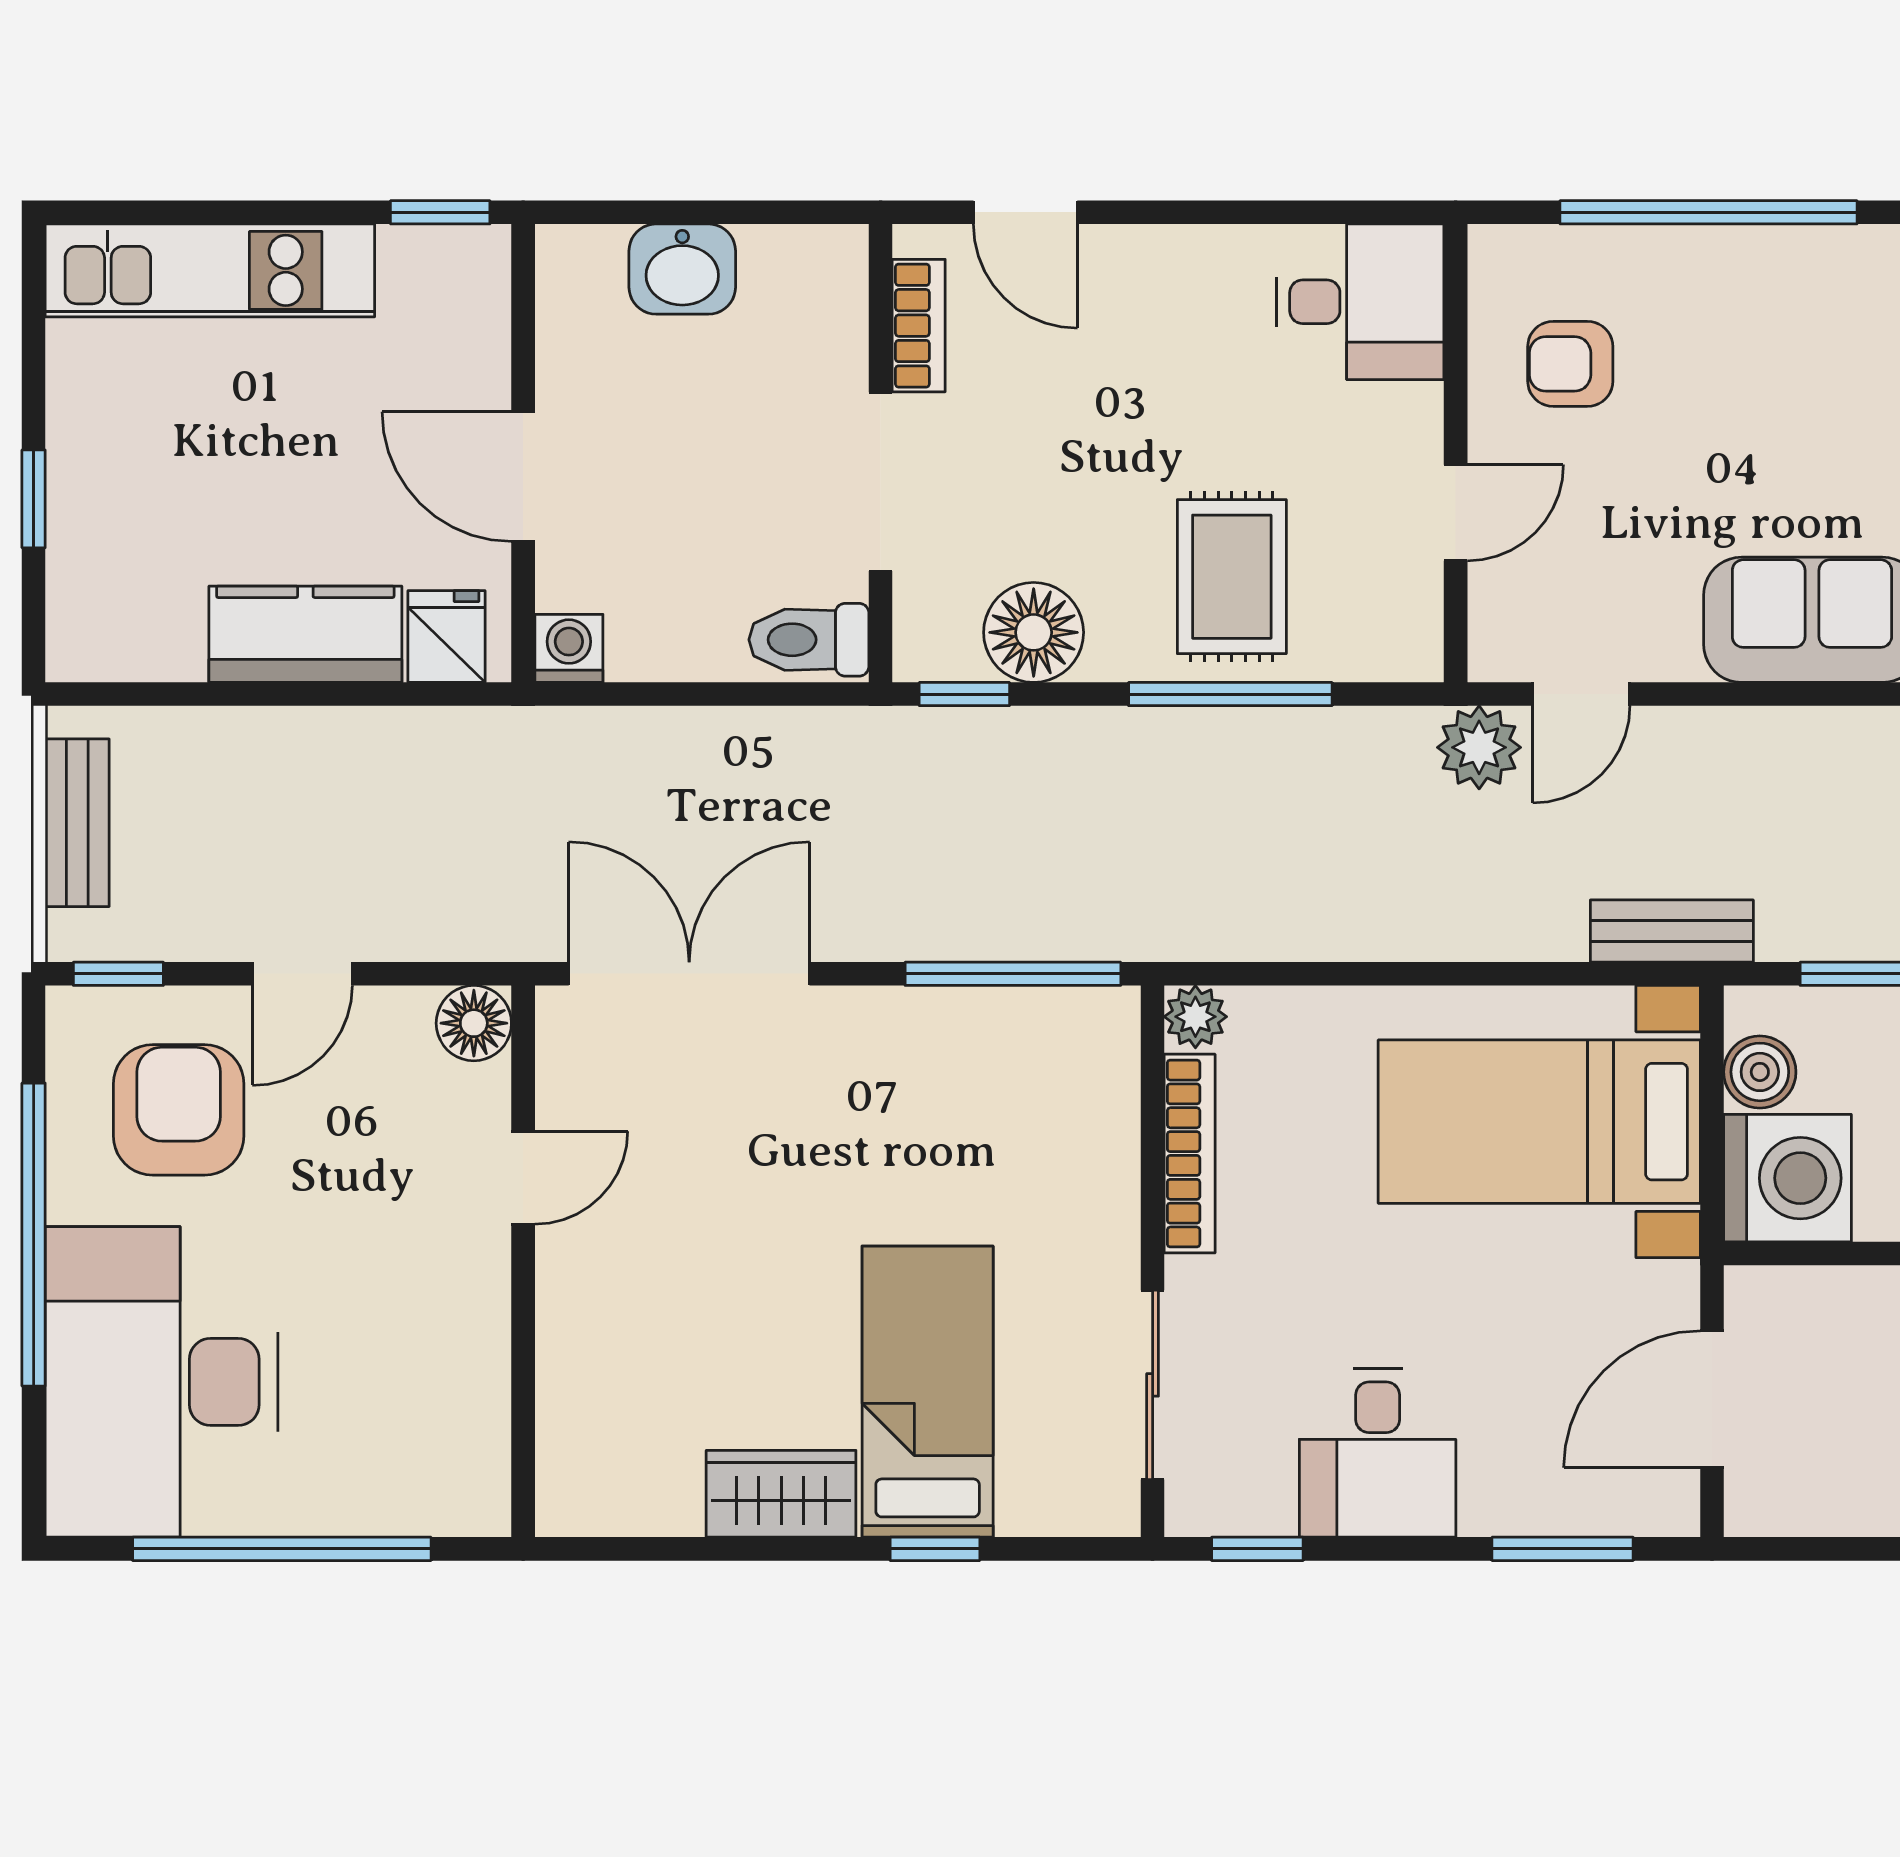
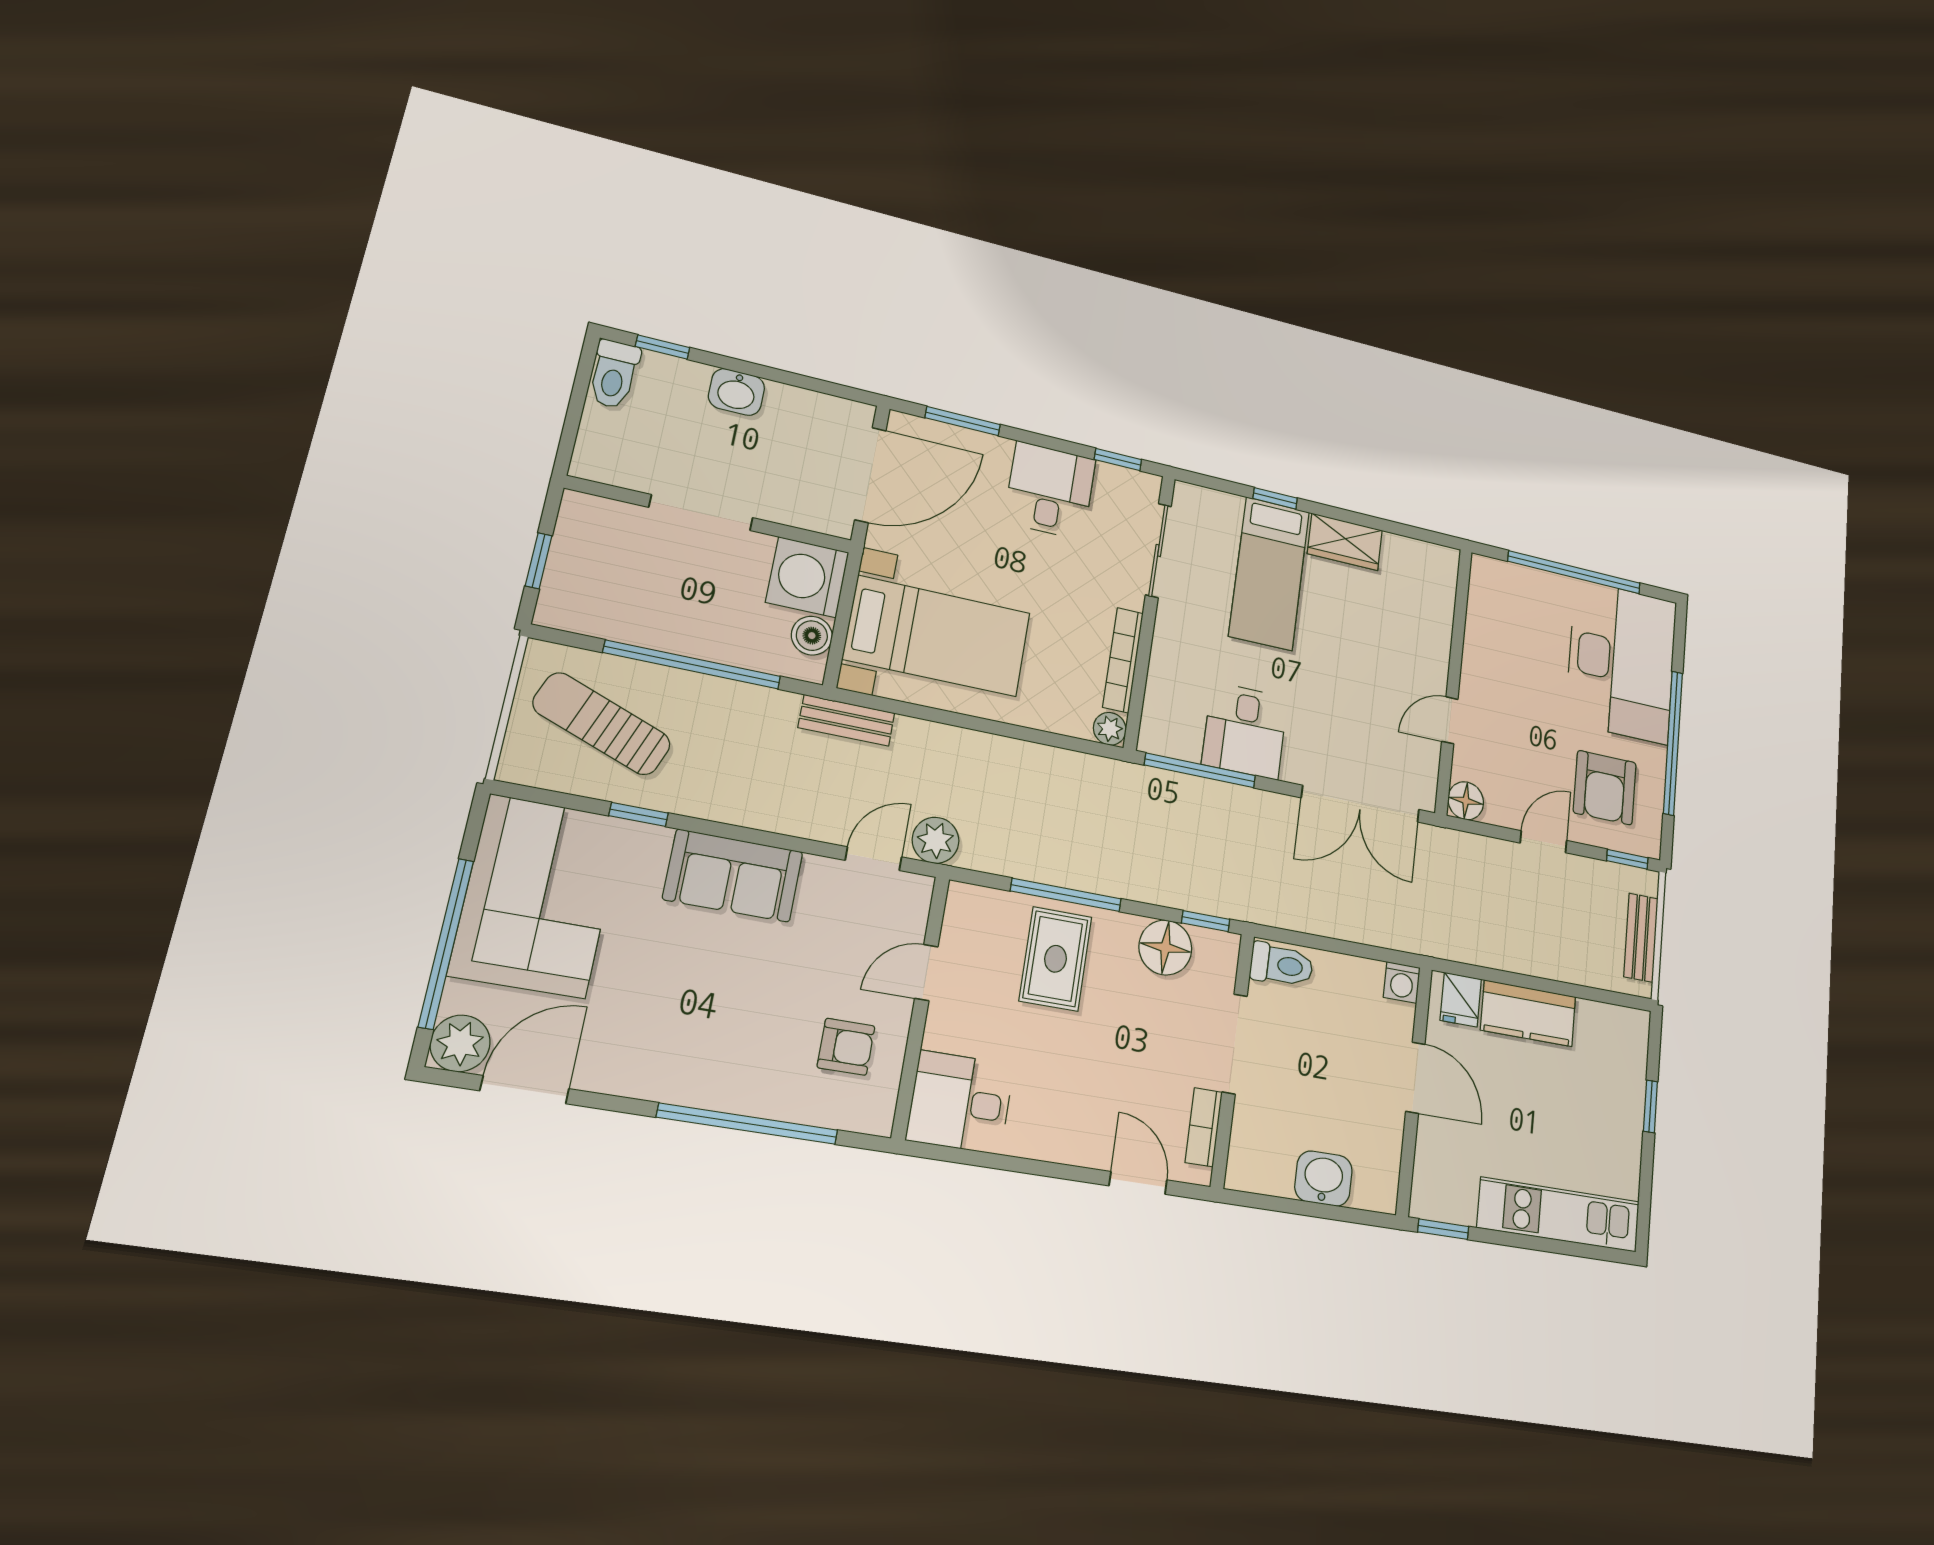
desk: (936, 1068) -> (1245, 731), added
door: (1712, 1399) -> (870, 475), width x1.36

